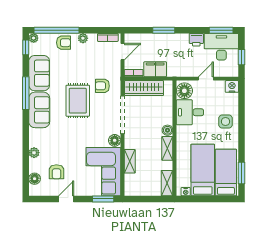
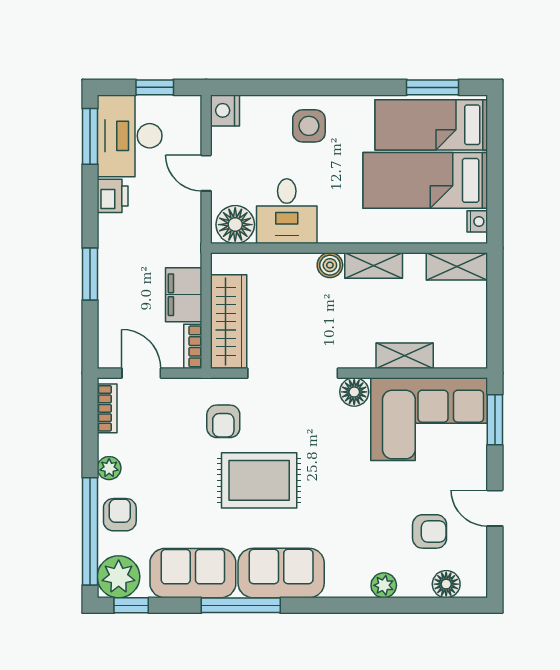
plant: (34, 38) -> (119, 577), width x1.88, depth x1.88

